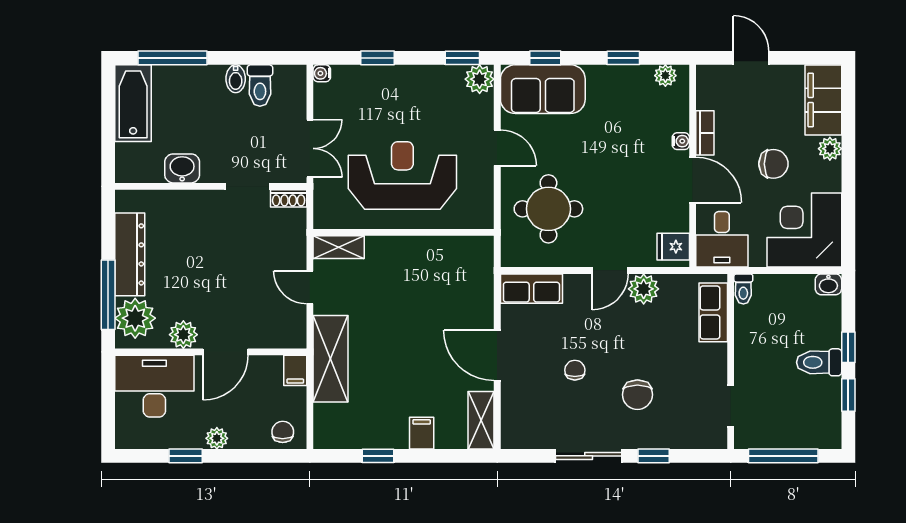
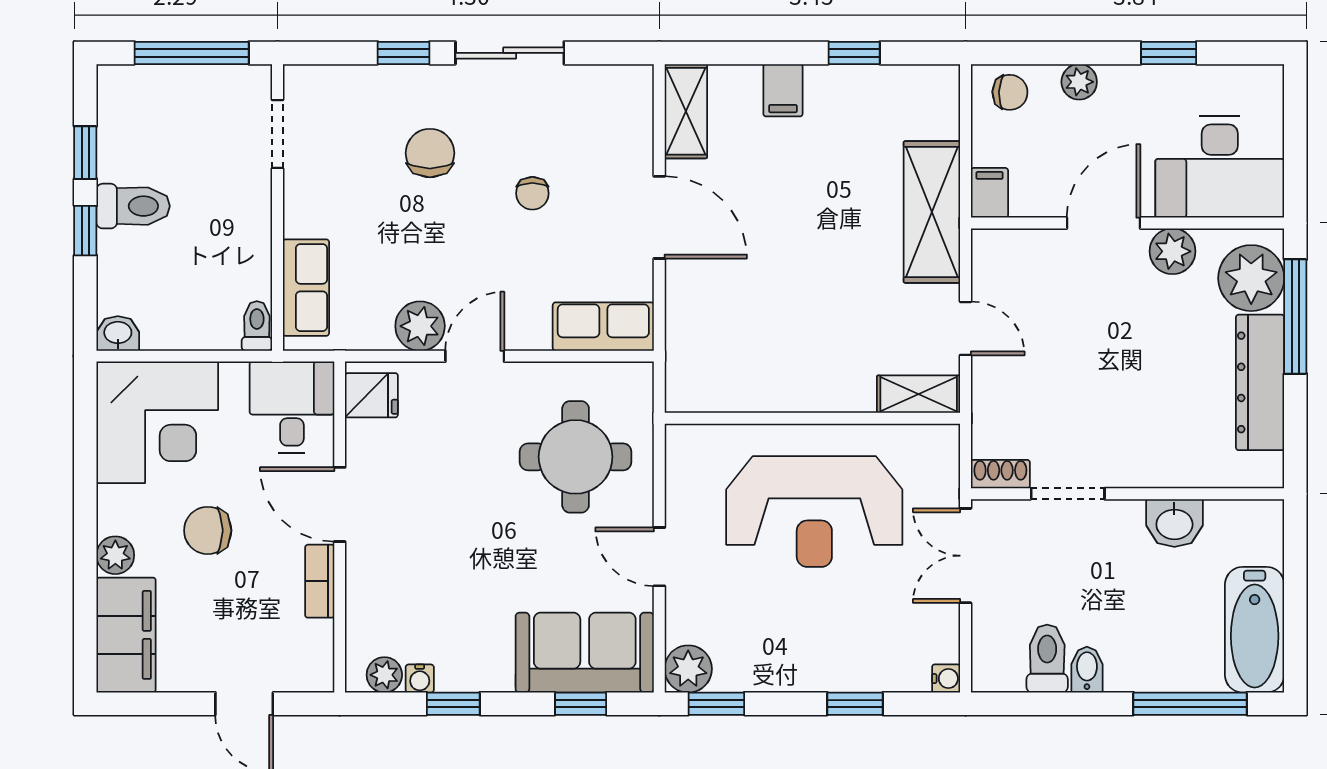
water cooler: (681, 141) -> (420, 679), moved, turned -90
chair: (283, 432) -> (1010, 92), turned -88
plant: (217, 438) -> (1079, 82), moved

